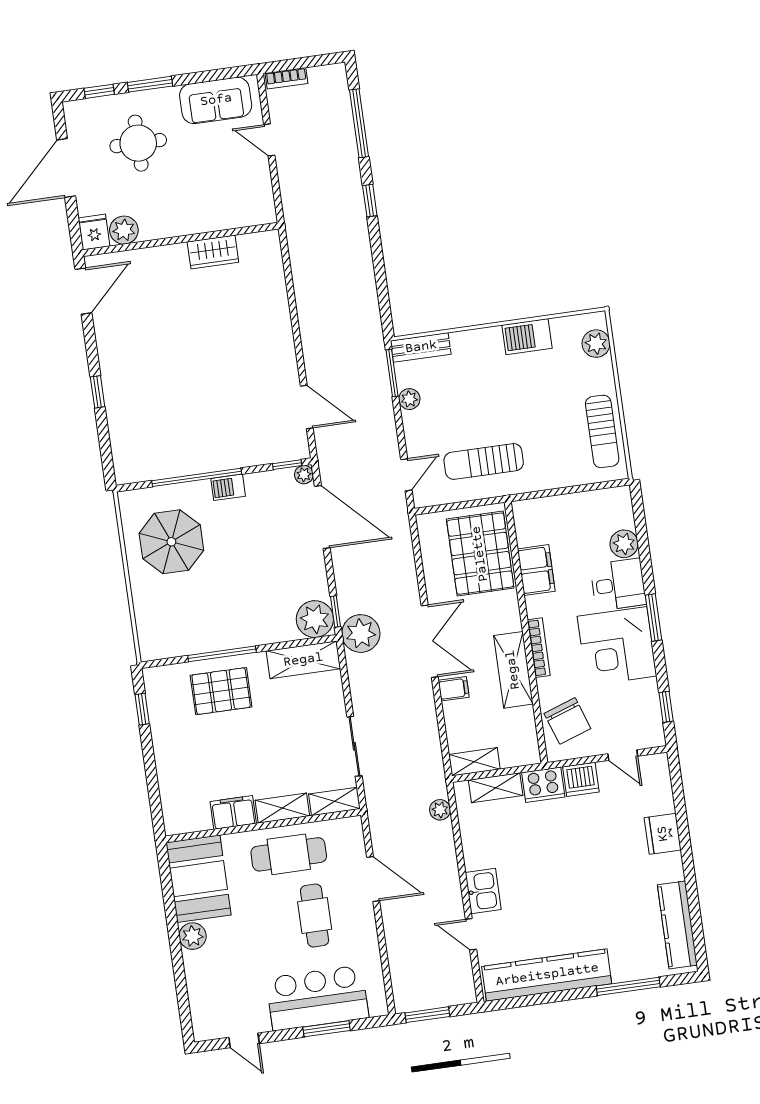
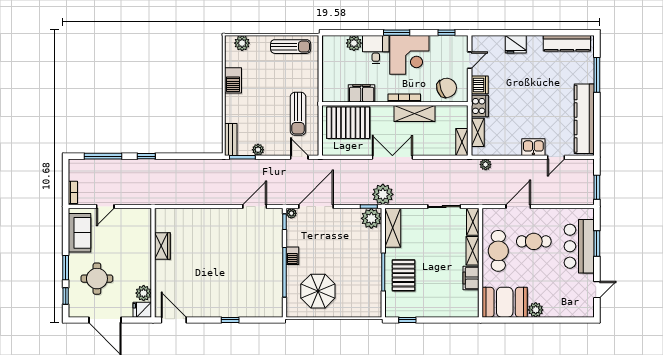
filing cabinet: (454, 689) -> (420, 148), removed

